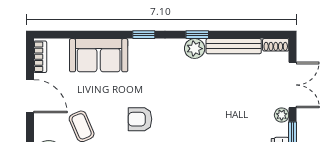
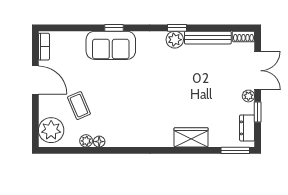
window: (144, 35) -> (114, 28), moved
sofa: (99, 55) -> (111, 45), moved
armchair: (140, 119) -> (128, 100), removed

